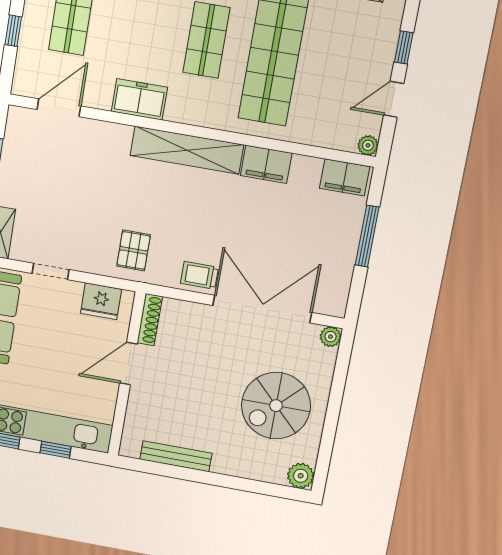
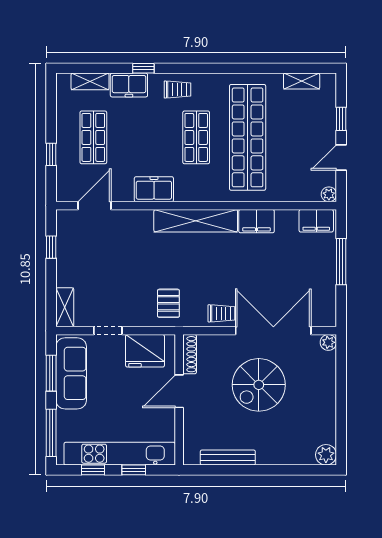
trolley: (199, 275) -> (221, 313), turned 180
fridge: (101, 301) -> (145, 351), width x1.36, depth x1.34
spiral stairs: (276, 406) -> (259, 385), moved

